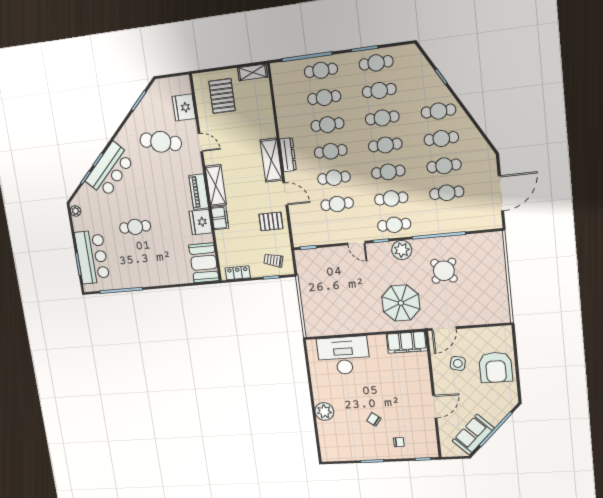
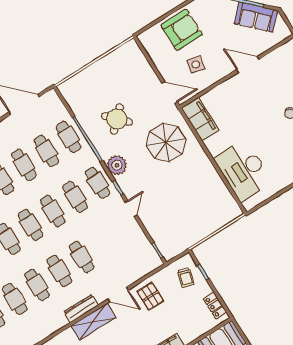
door: (285, 194) -> (118, 294), swing flipped
cafe table: (337, 204) -> (69, 137), moved

